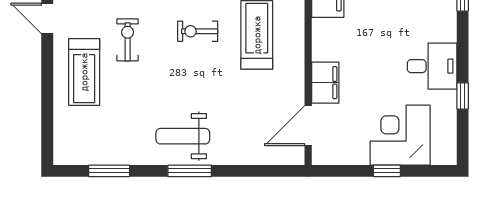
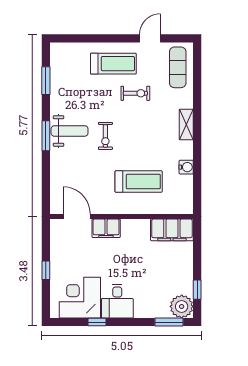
exercise bike: (198, 31) -> (105, 136), moved, turned 180
treadmill: (84, 72) -> (113, 64), turned 180
corner desk: (400, 135) -> (80, 298), moved, turned -90
weight bench: (183, 136) -> (70, 131), turned 90

